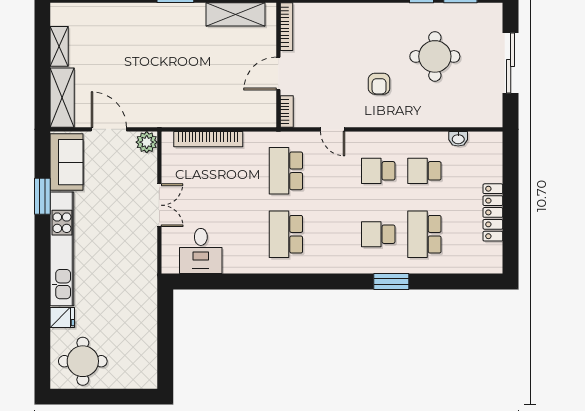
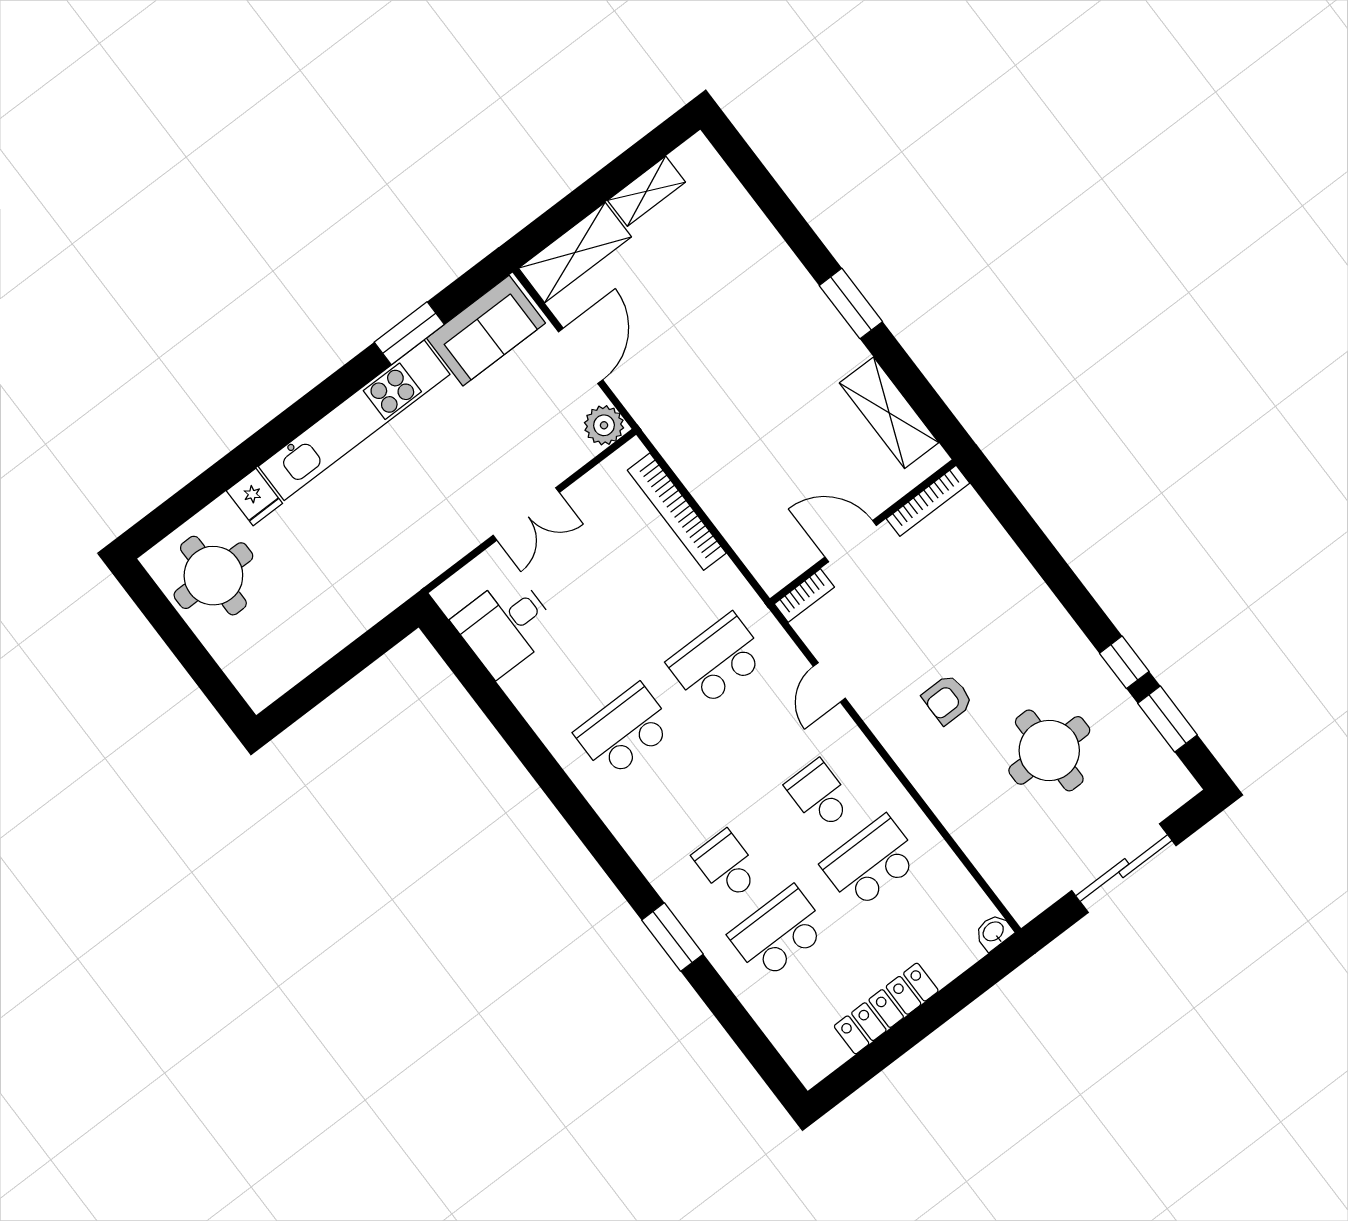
washbasin: (458, 139) -> (994, 932), moved, turned 90
school desk: (424, 171) -> (871, 862), width x1.85

